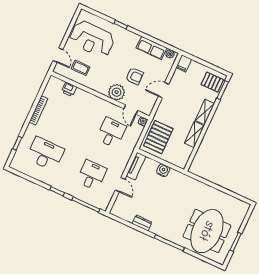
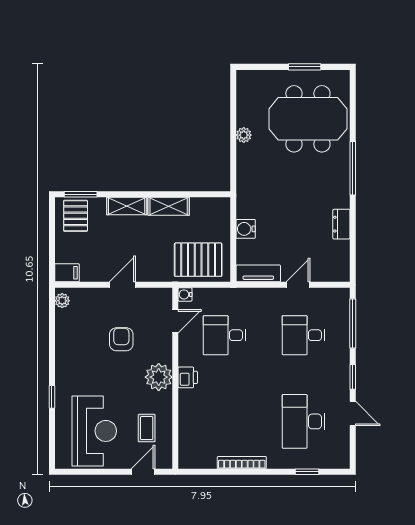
row of seats: (151, 48) -> (66, 333), removed
printer: (69, 89) -> (188, 377), moved
door: (164, 90) -> (122, 285), swing flipped
plant: (117, 92) -> (159, 377), moved
door: (37, 182) -> (353, 413), added
plant: (214, 192) -> (244, 135), added

